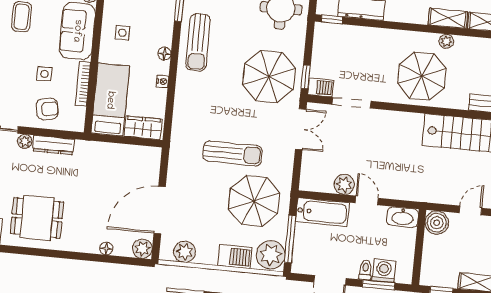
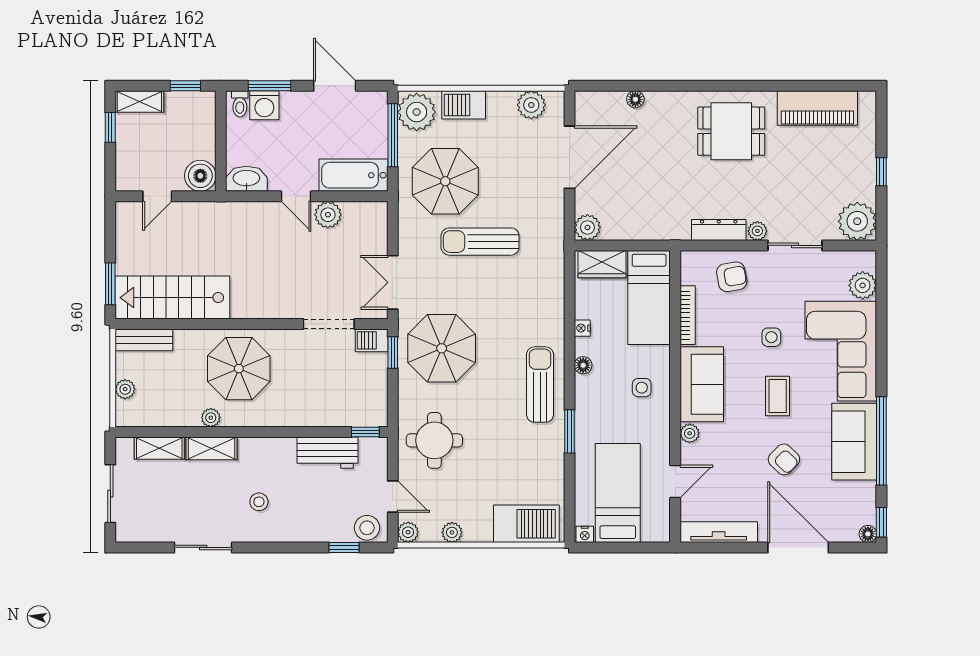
side table: (44, 74) -> (771, 337), moved
armchair: (47, 109) -> (732, 277), turned 180
plant: (142, 249) -> (587, 227), moved
toilet: (365, 270) -> (240, 104), moved

